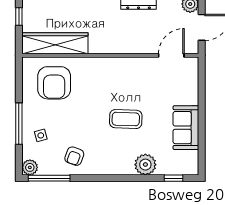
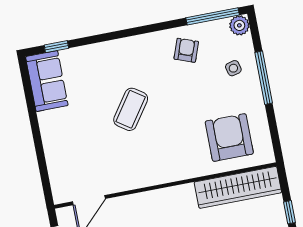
coffee table: (126, 119) -> (131, 109), turned -57
sofa: (186, 128) -> (47, 81), moved
plant: (145, 165) -> (95, 57), removed

